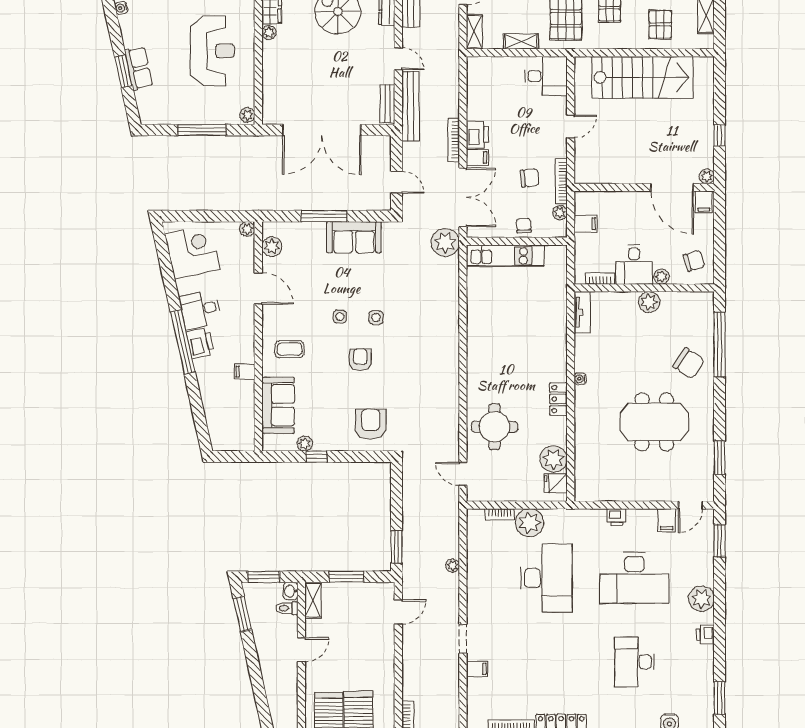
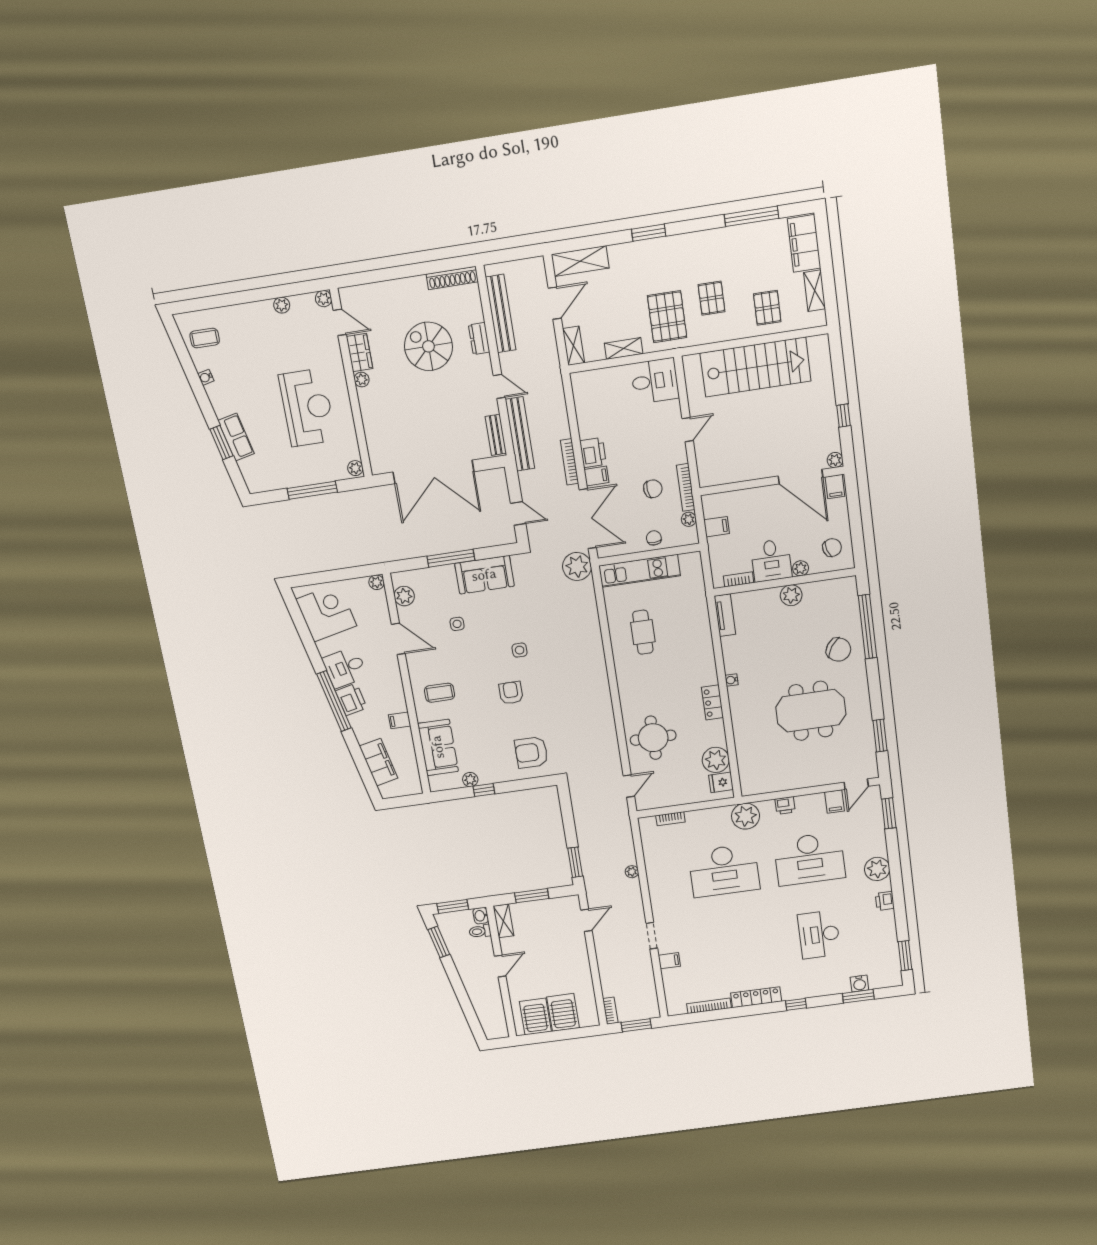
side table: (340, 317) -> (457, 624), moved
cafe table: (500, 317) -> (643, 632), added
filing cabinet: (216, 412) -> (379, 762), added
armchair: (371, 424) -> (531, 752), turned -90
door: (463, 474) -> (629, 786), swing flipped
plant: (530, 523) -> (746, 816), moved
desk: (546, 578) -> (724, 871), turned 90

